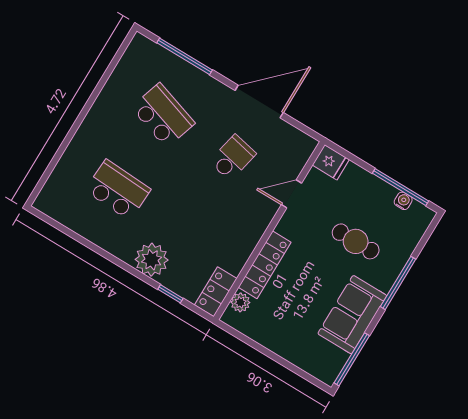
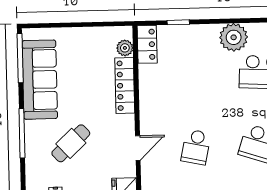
cafe table: (356, 241) -> (71, 143), turned -43
plant: (152, 260) -> (234, 37), moved
sofa: (352, 315) -> (40, 80), width x1.36

